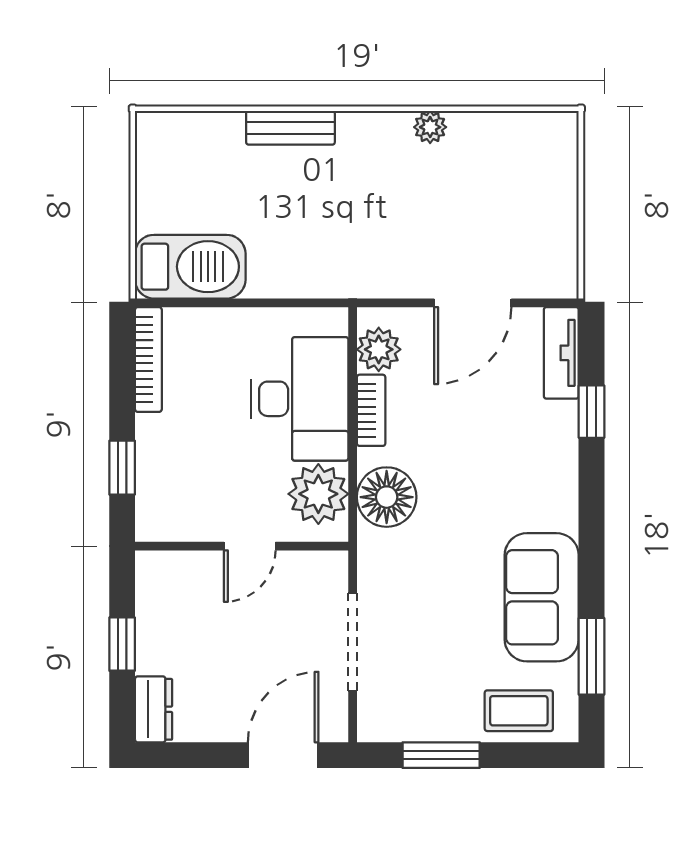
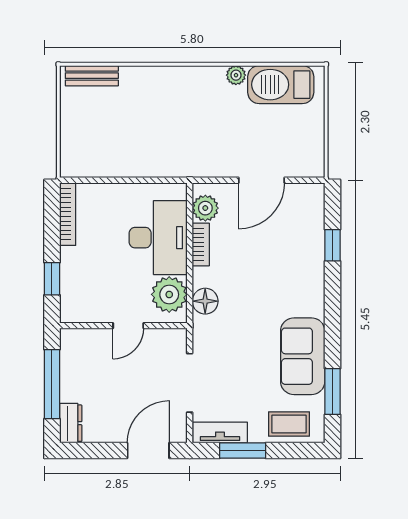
bench: (290, 128) -> (92, 76), moved
barbecue: (190, 267) -> (281, 85), moved, turned 180
tv unit: (561, 353) -> (220, 432), moved, turned 90
floor lamp: (387, 497) -> (205, 301), width x0.73, depth x0.73
window: (122, 644) -> (52, 384), width x2.17

